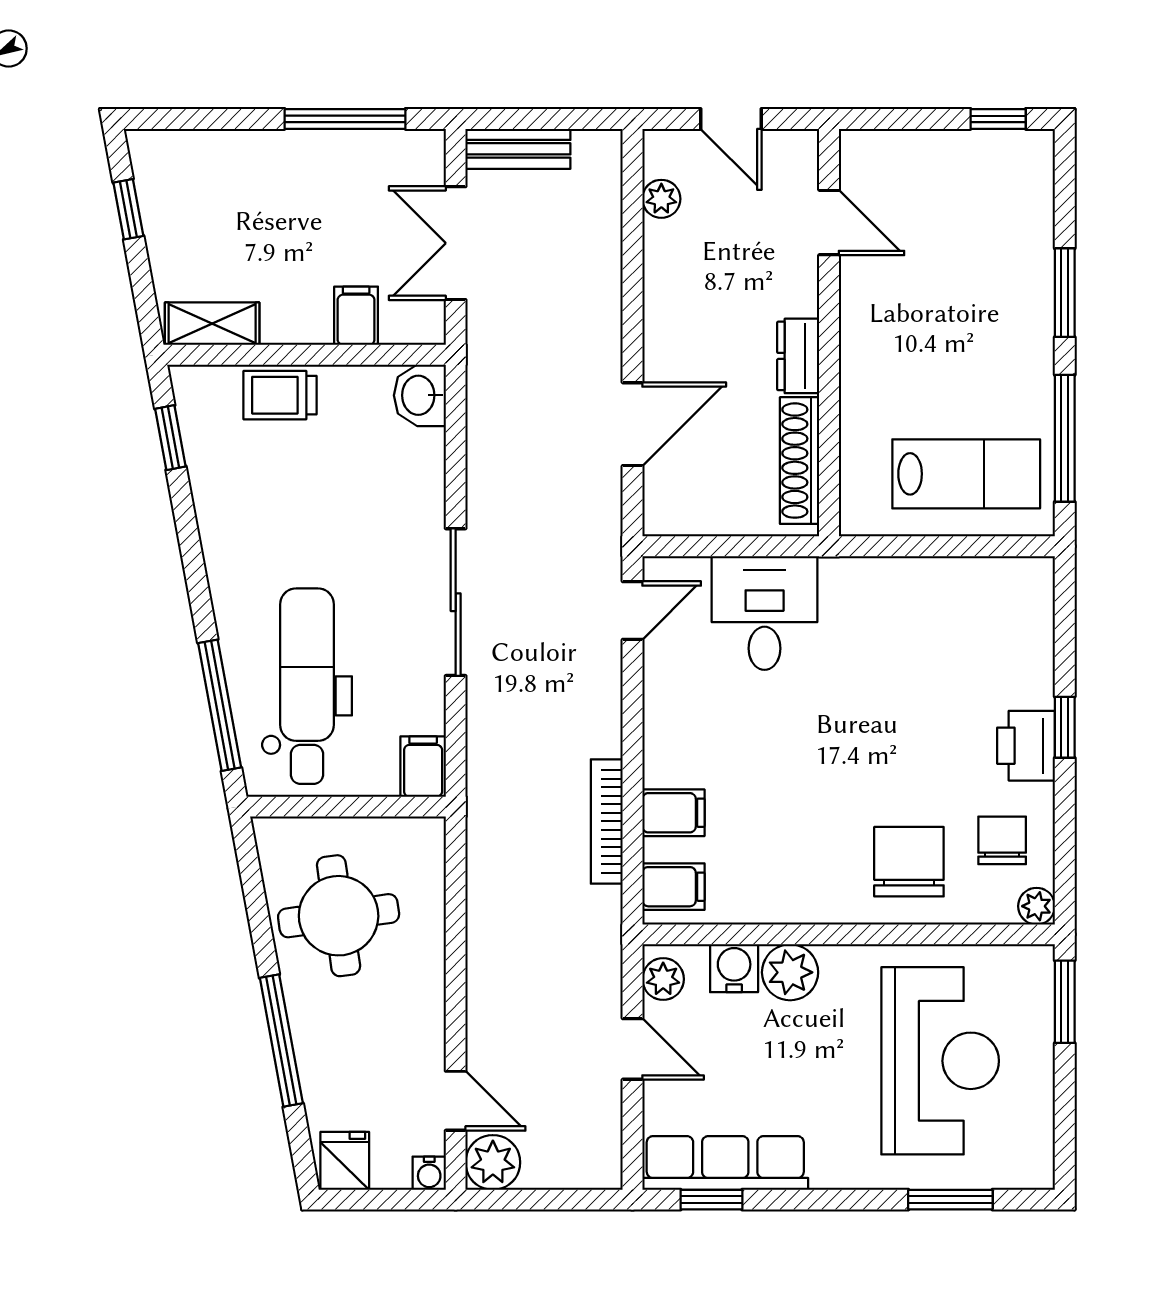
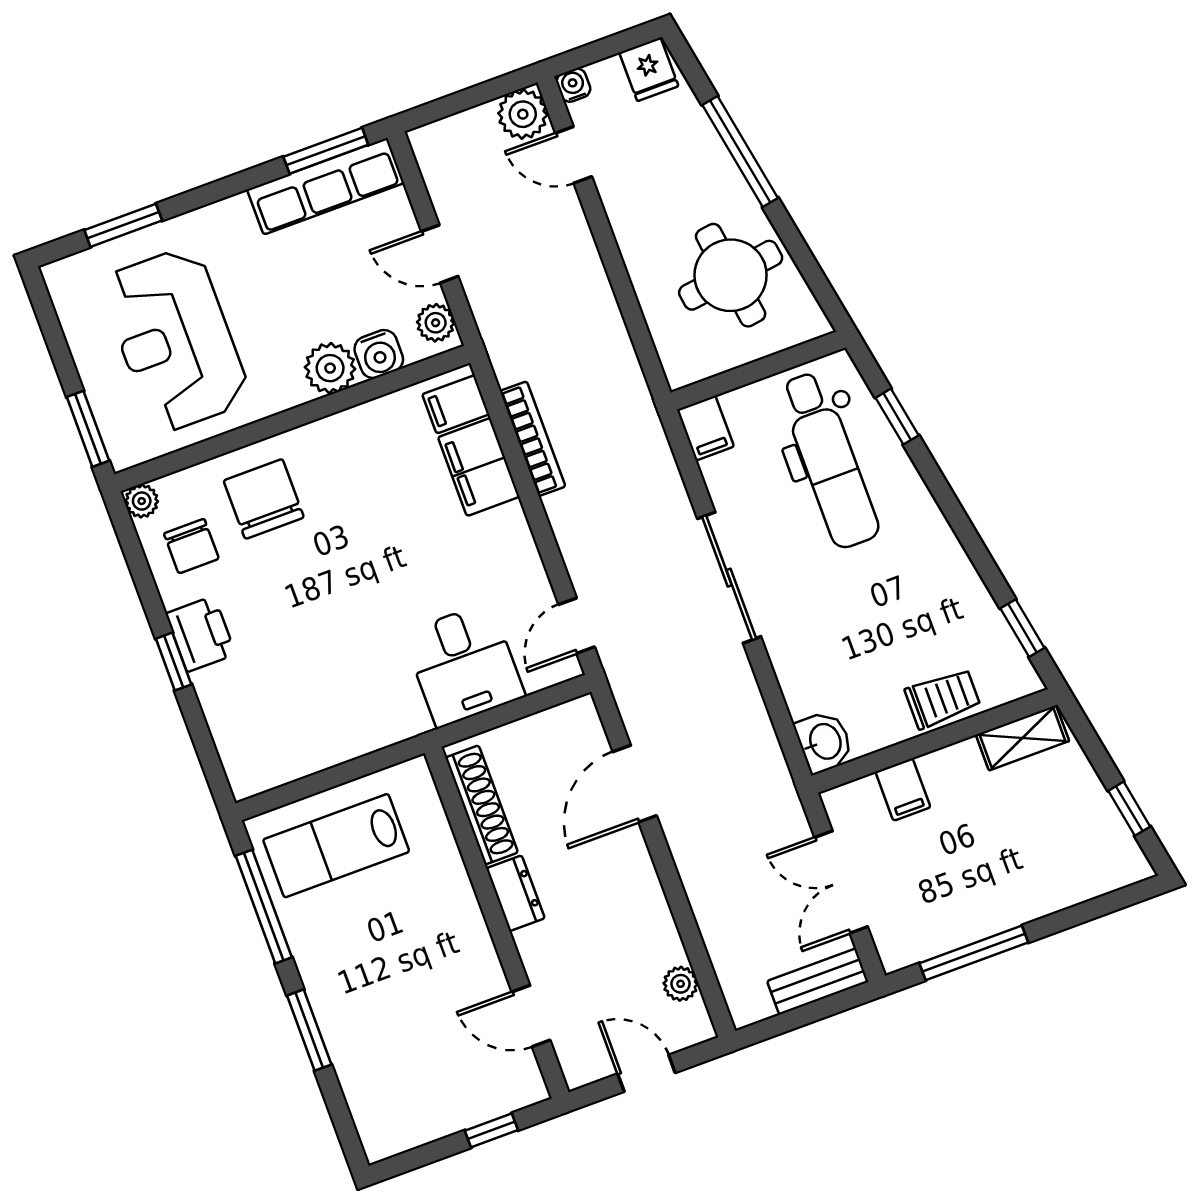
window: (998, 119) -> (491, 1130), moved
double door: (456, 243) -> (841, 882), swing flipped
window: (220, 705) -> (897, 417), width x0.46
filing cabinet: (673, 813) -> (479, 467), width x2.00
chair: (909, 862) -> (264, 499), turned 180
window: (711, 1200) -> (326, 151), width x1.50

